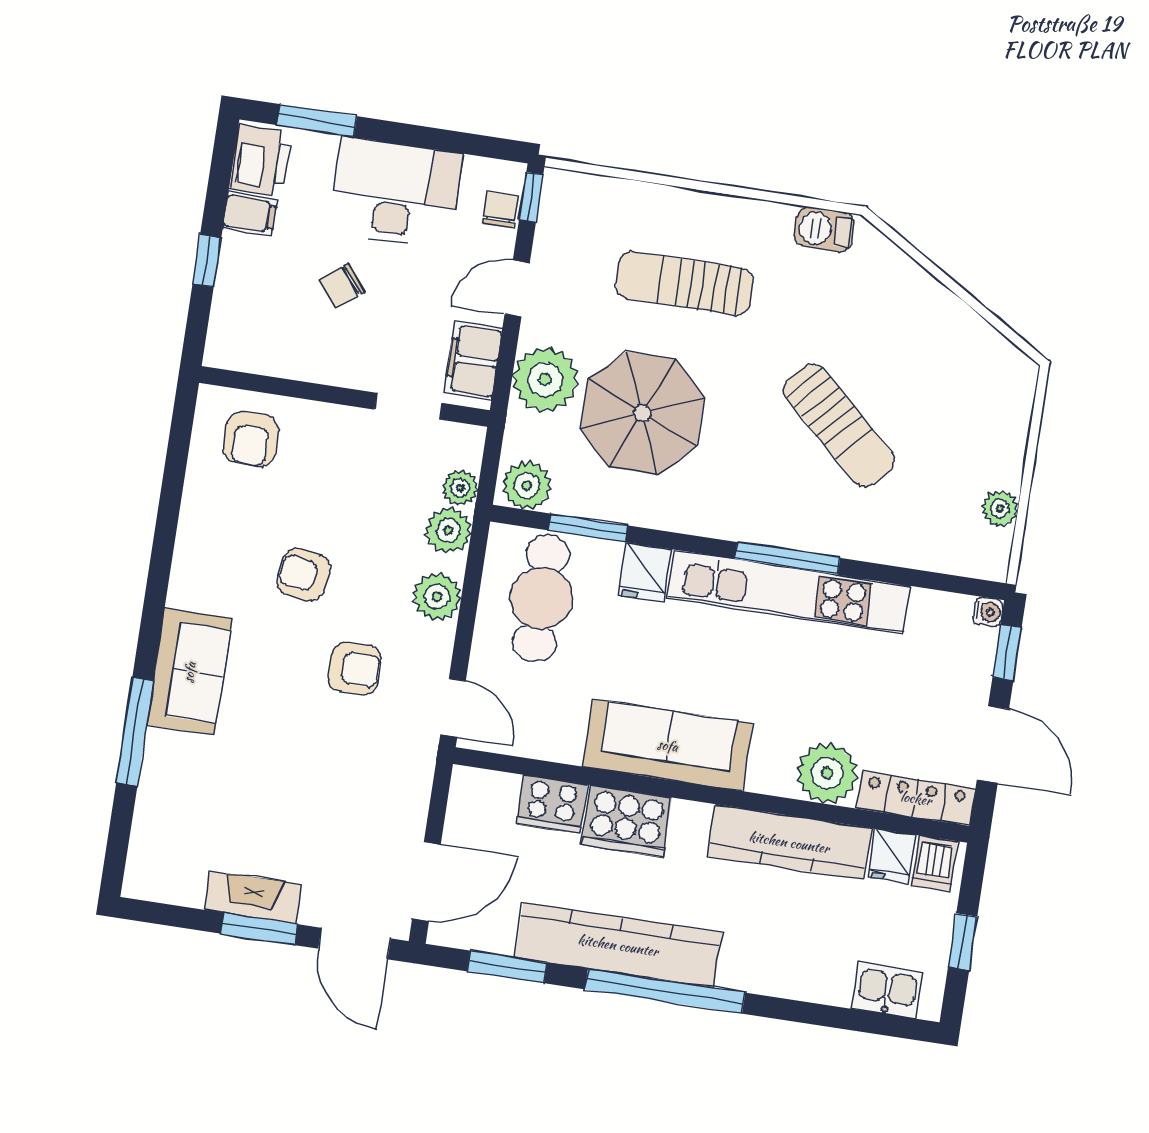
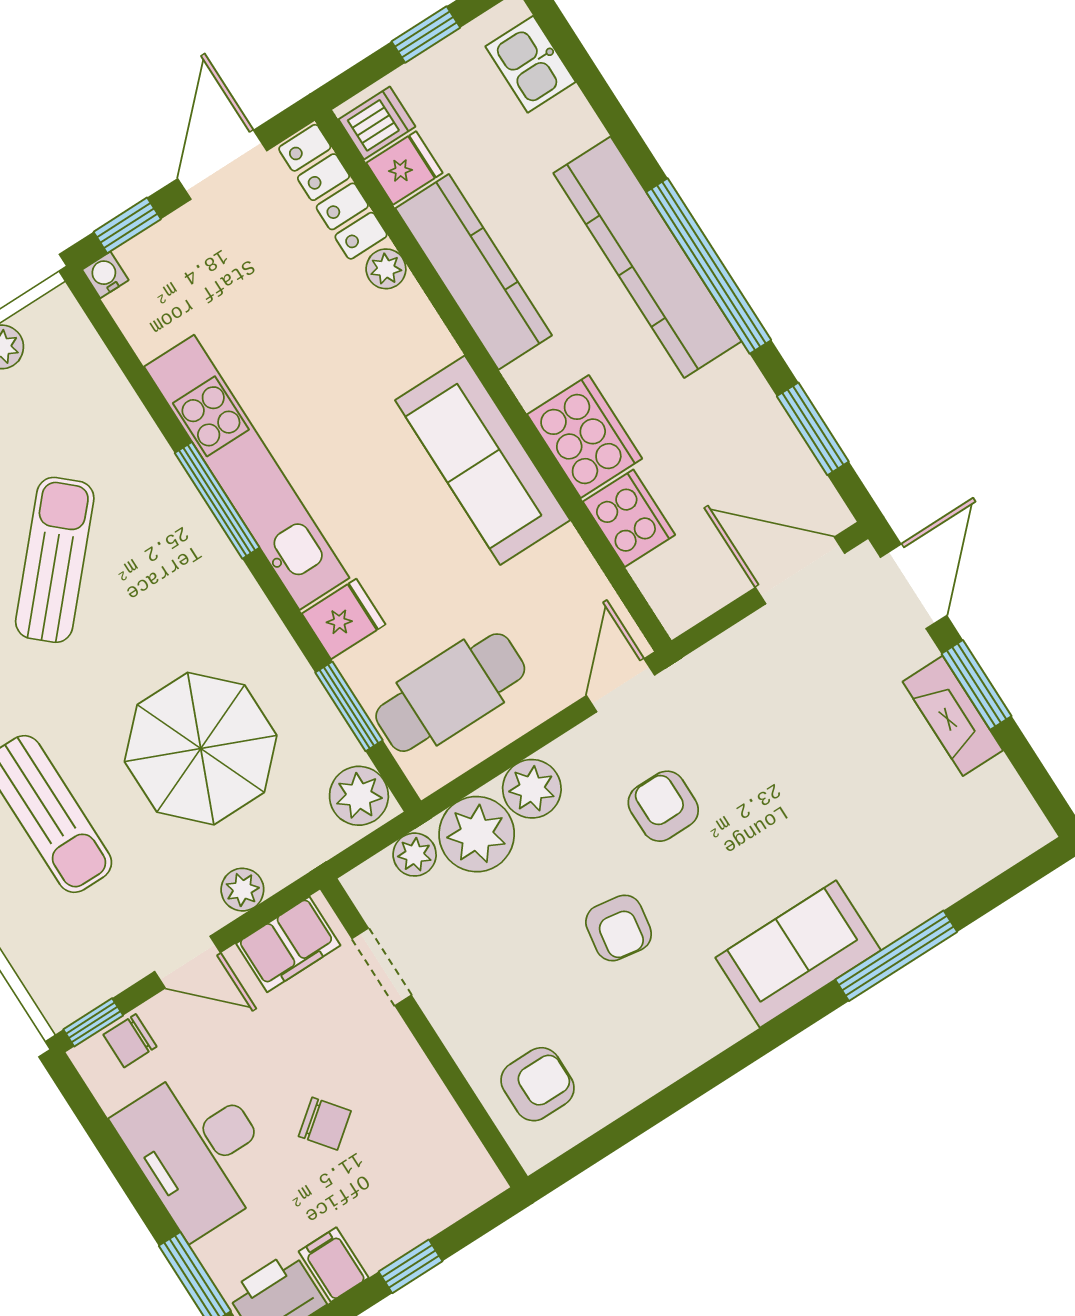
plant: (545, 380) -> (242, 890), width x0.53, depth x0.53
plant: (448, 531) -> (477, 834), width x1.36, depth x1.36
plant: (827, 773) -> (386, 269), width x0.53, depth x0.53
kitchen counter: (618, 945) -> (647, 257), moved

